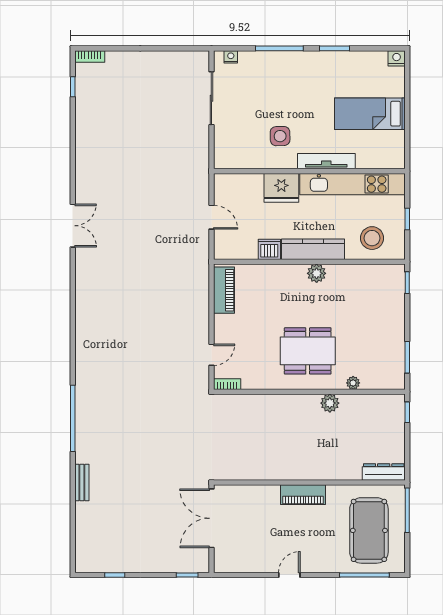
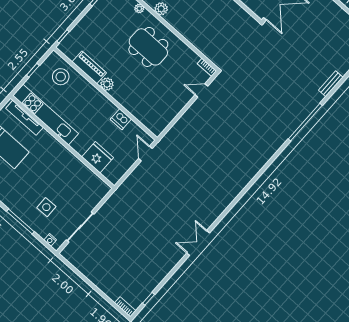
side table: (280, 136) -> (46, 207), moved
tv unit: (326, 161) -> (25, 118), moved
fridge: (281, 188) -> (98, 157), moved
door: (211, 217) -> (145, 154), moved
double door: (73, 226) -> (198, 243), moved
kitchen counter: (313, 249) -> (97, 99), removed
piano: (224, 290) -> (89, 67), moved, turned 90

